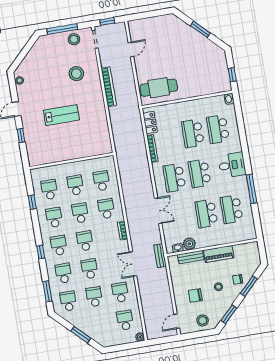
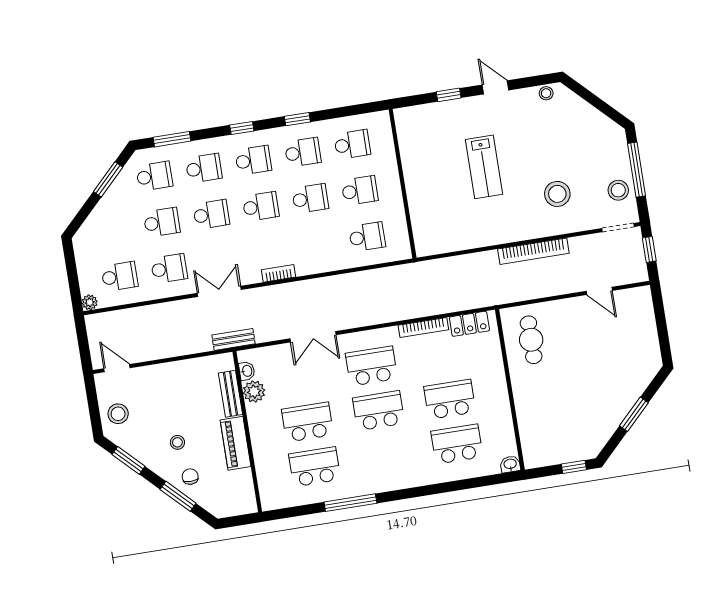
window: (232, 75) -> (574, 467), moved
cafe table: (159, 88) -> (531, 340), width x0.73, depth x0.74
desk: (232, 165) -> (393, 468), removed
window: (32, 202) -> (297, 119), moved
school desk: (106, 209) -> (318, 245), removed
chair: (195, 295) -> (162, 401), removed
window: (81, 335) -> (108, 179), moved

